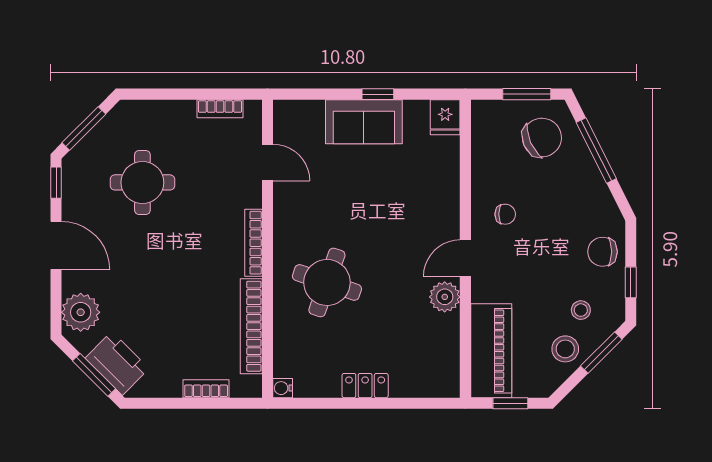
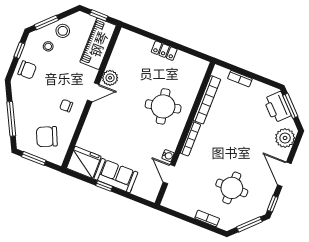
bookcase: (220, 109) -> (207, 218), moved
fridge: (445, 117) -> (84, 162), width x1.88, depth x1.34
chair: (542, 138) -> (47, 137), moved
round table: (327, 282) -> (163, 106), turned -31
water cooler: (283, 388) -> (168, 156), moved

